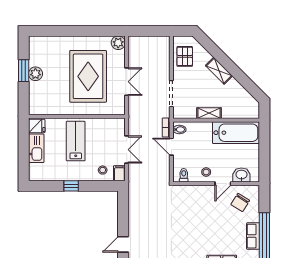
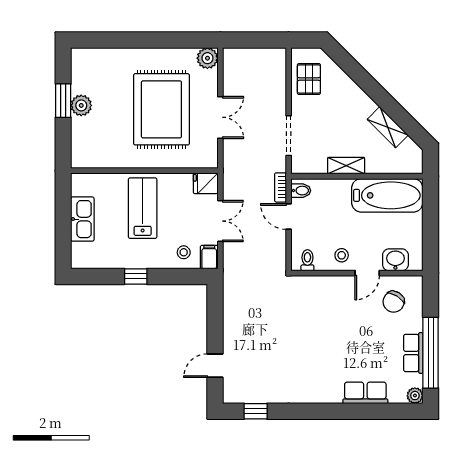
shelving: (219, 71) -> (388, 127), moved
fridge: (37, 126) -> (206, 183), moved, turned 180

